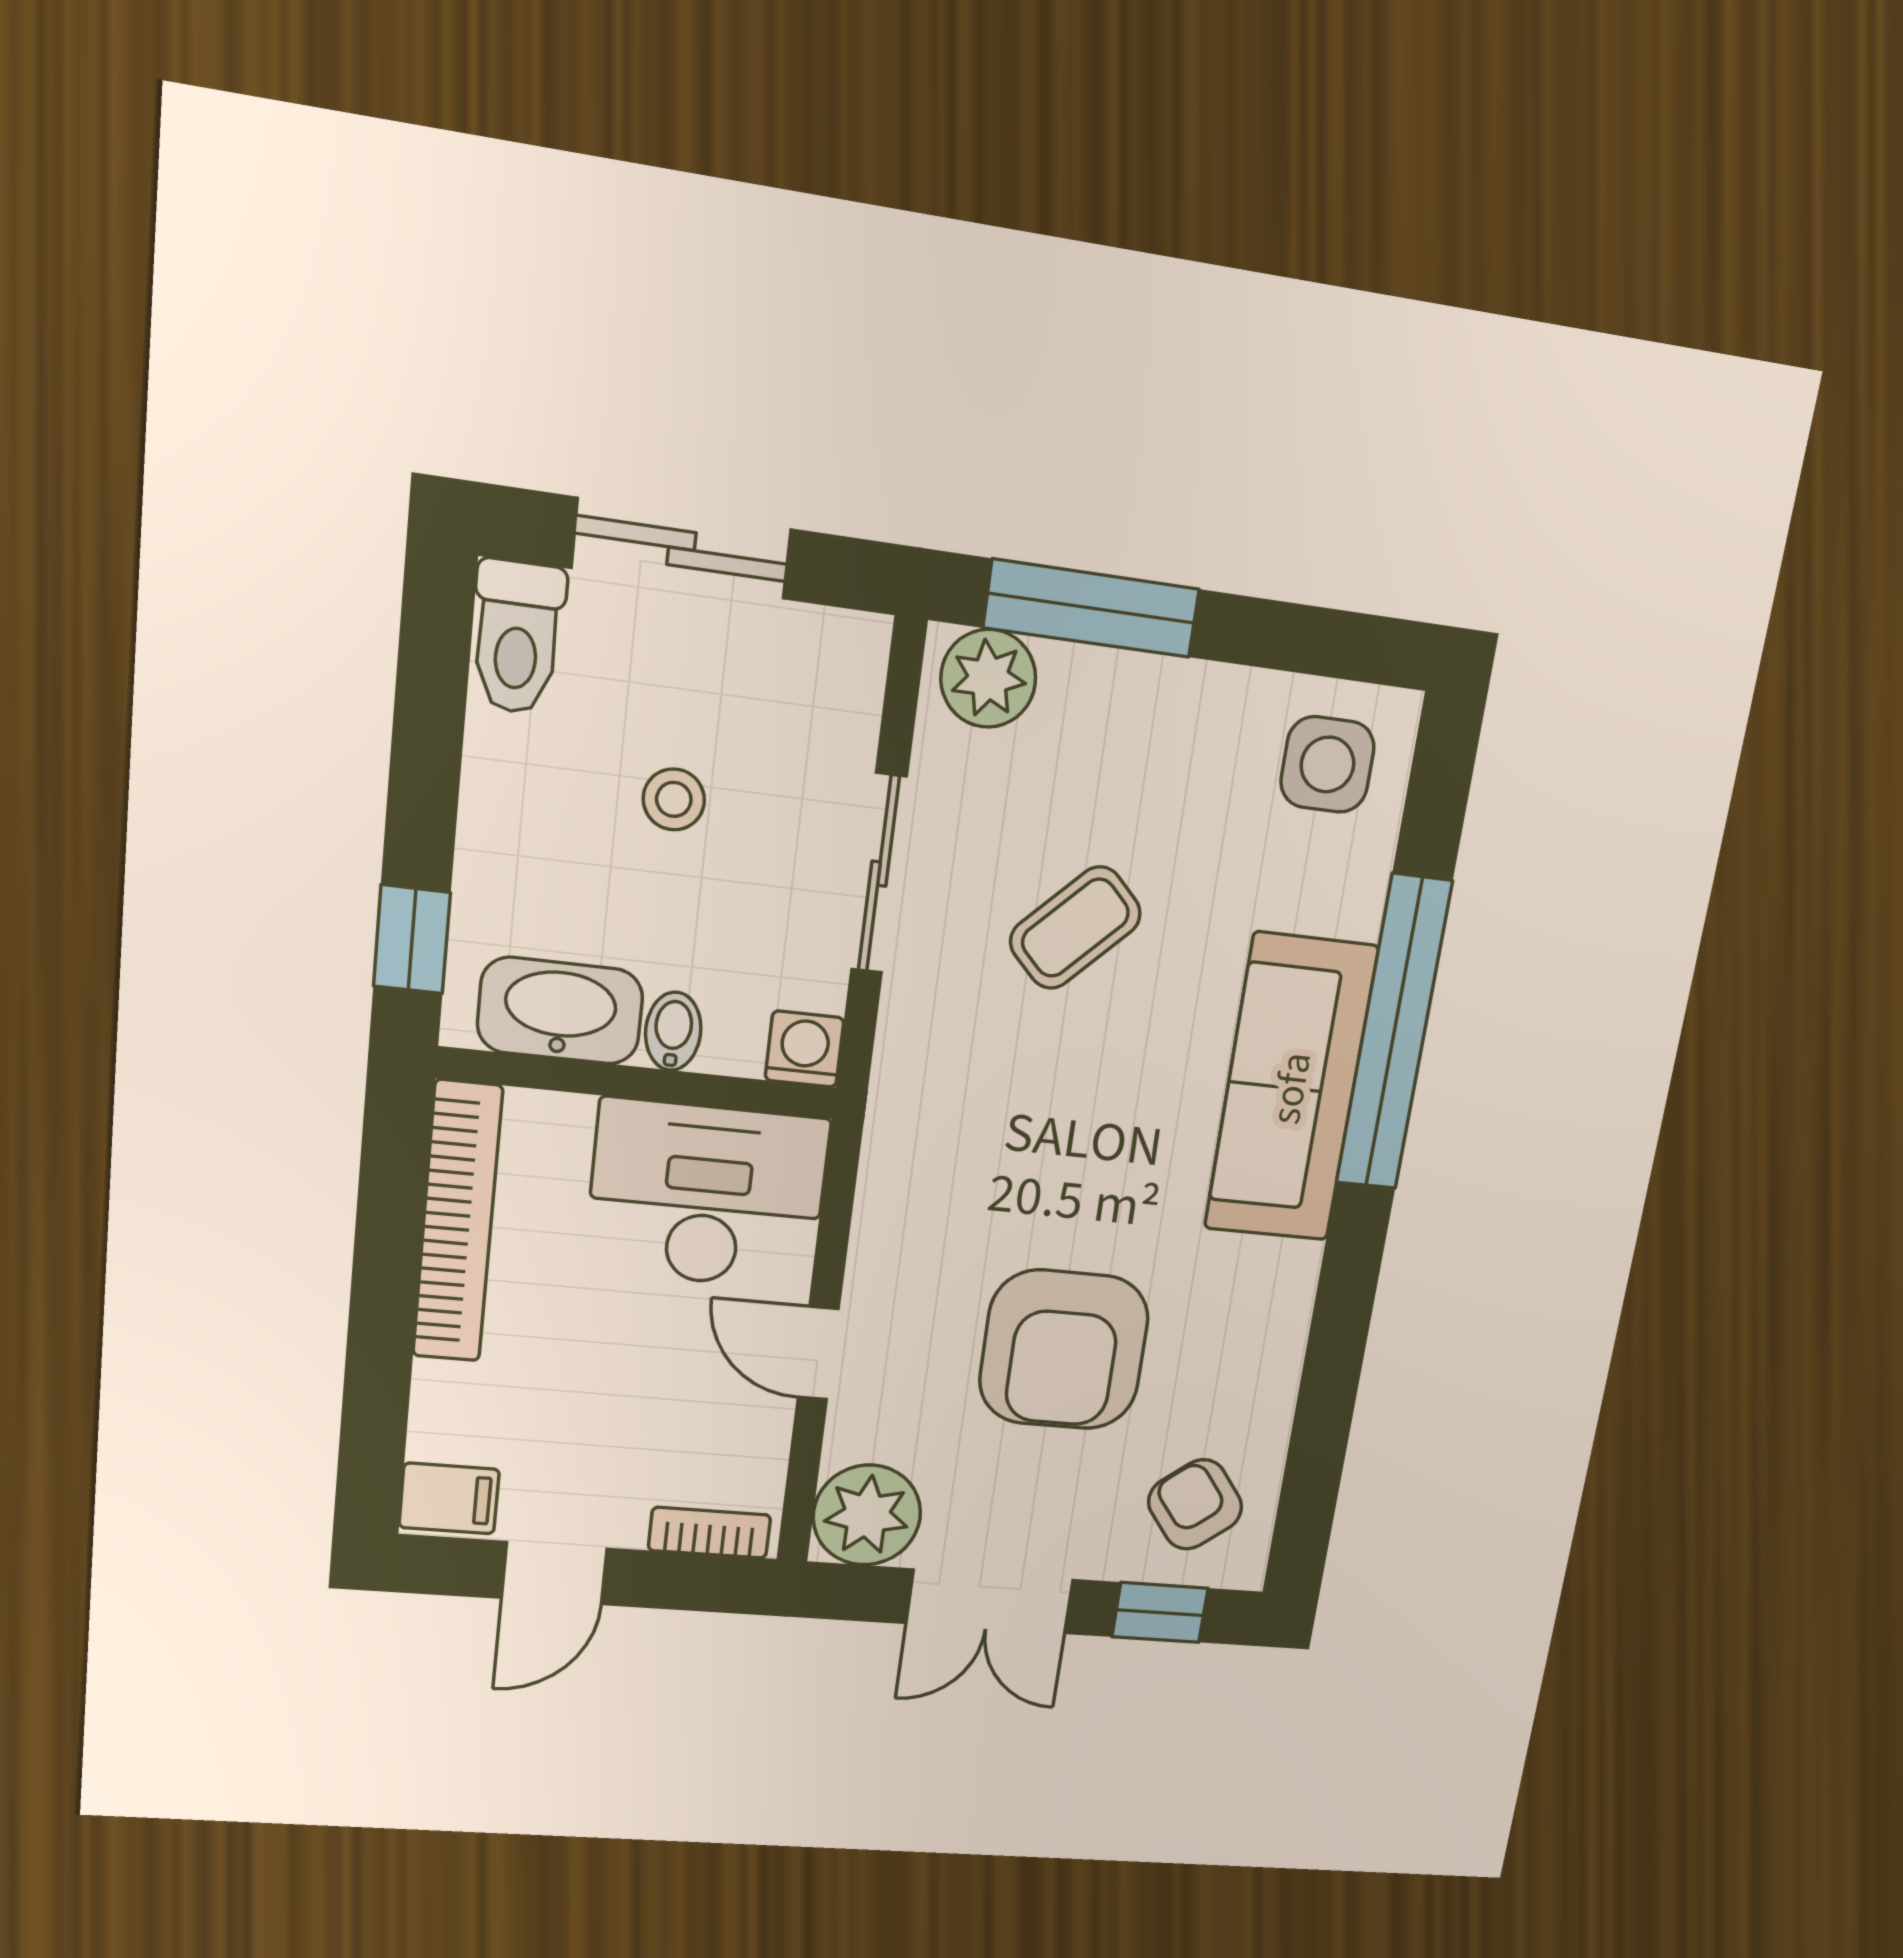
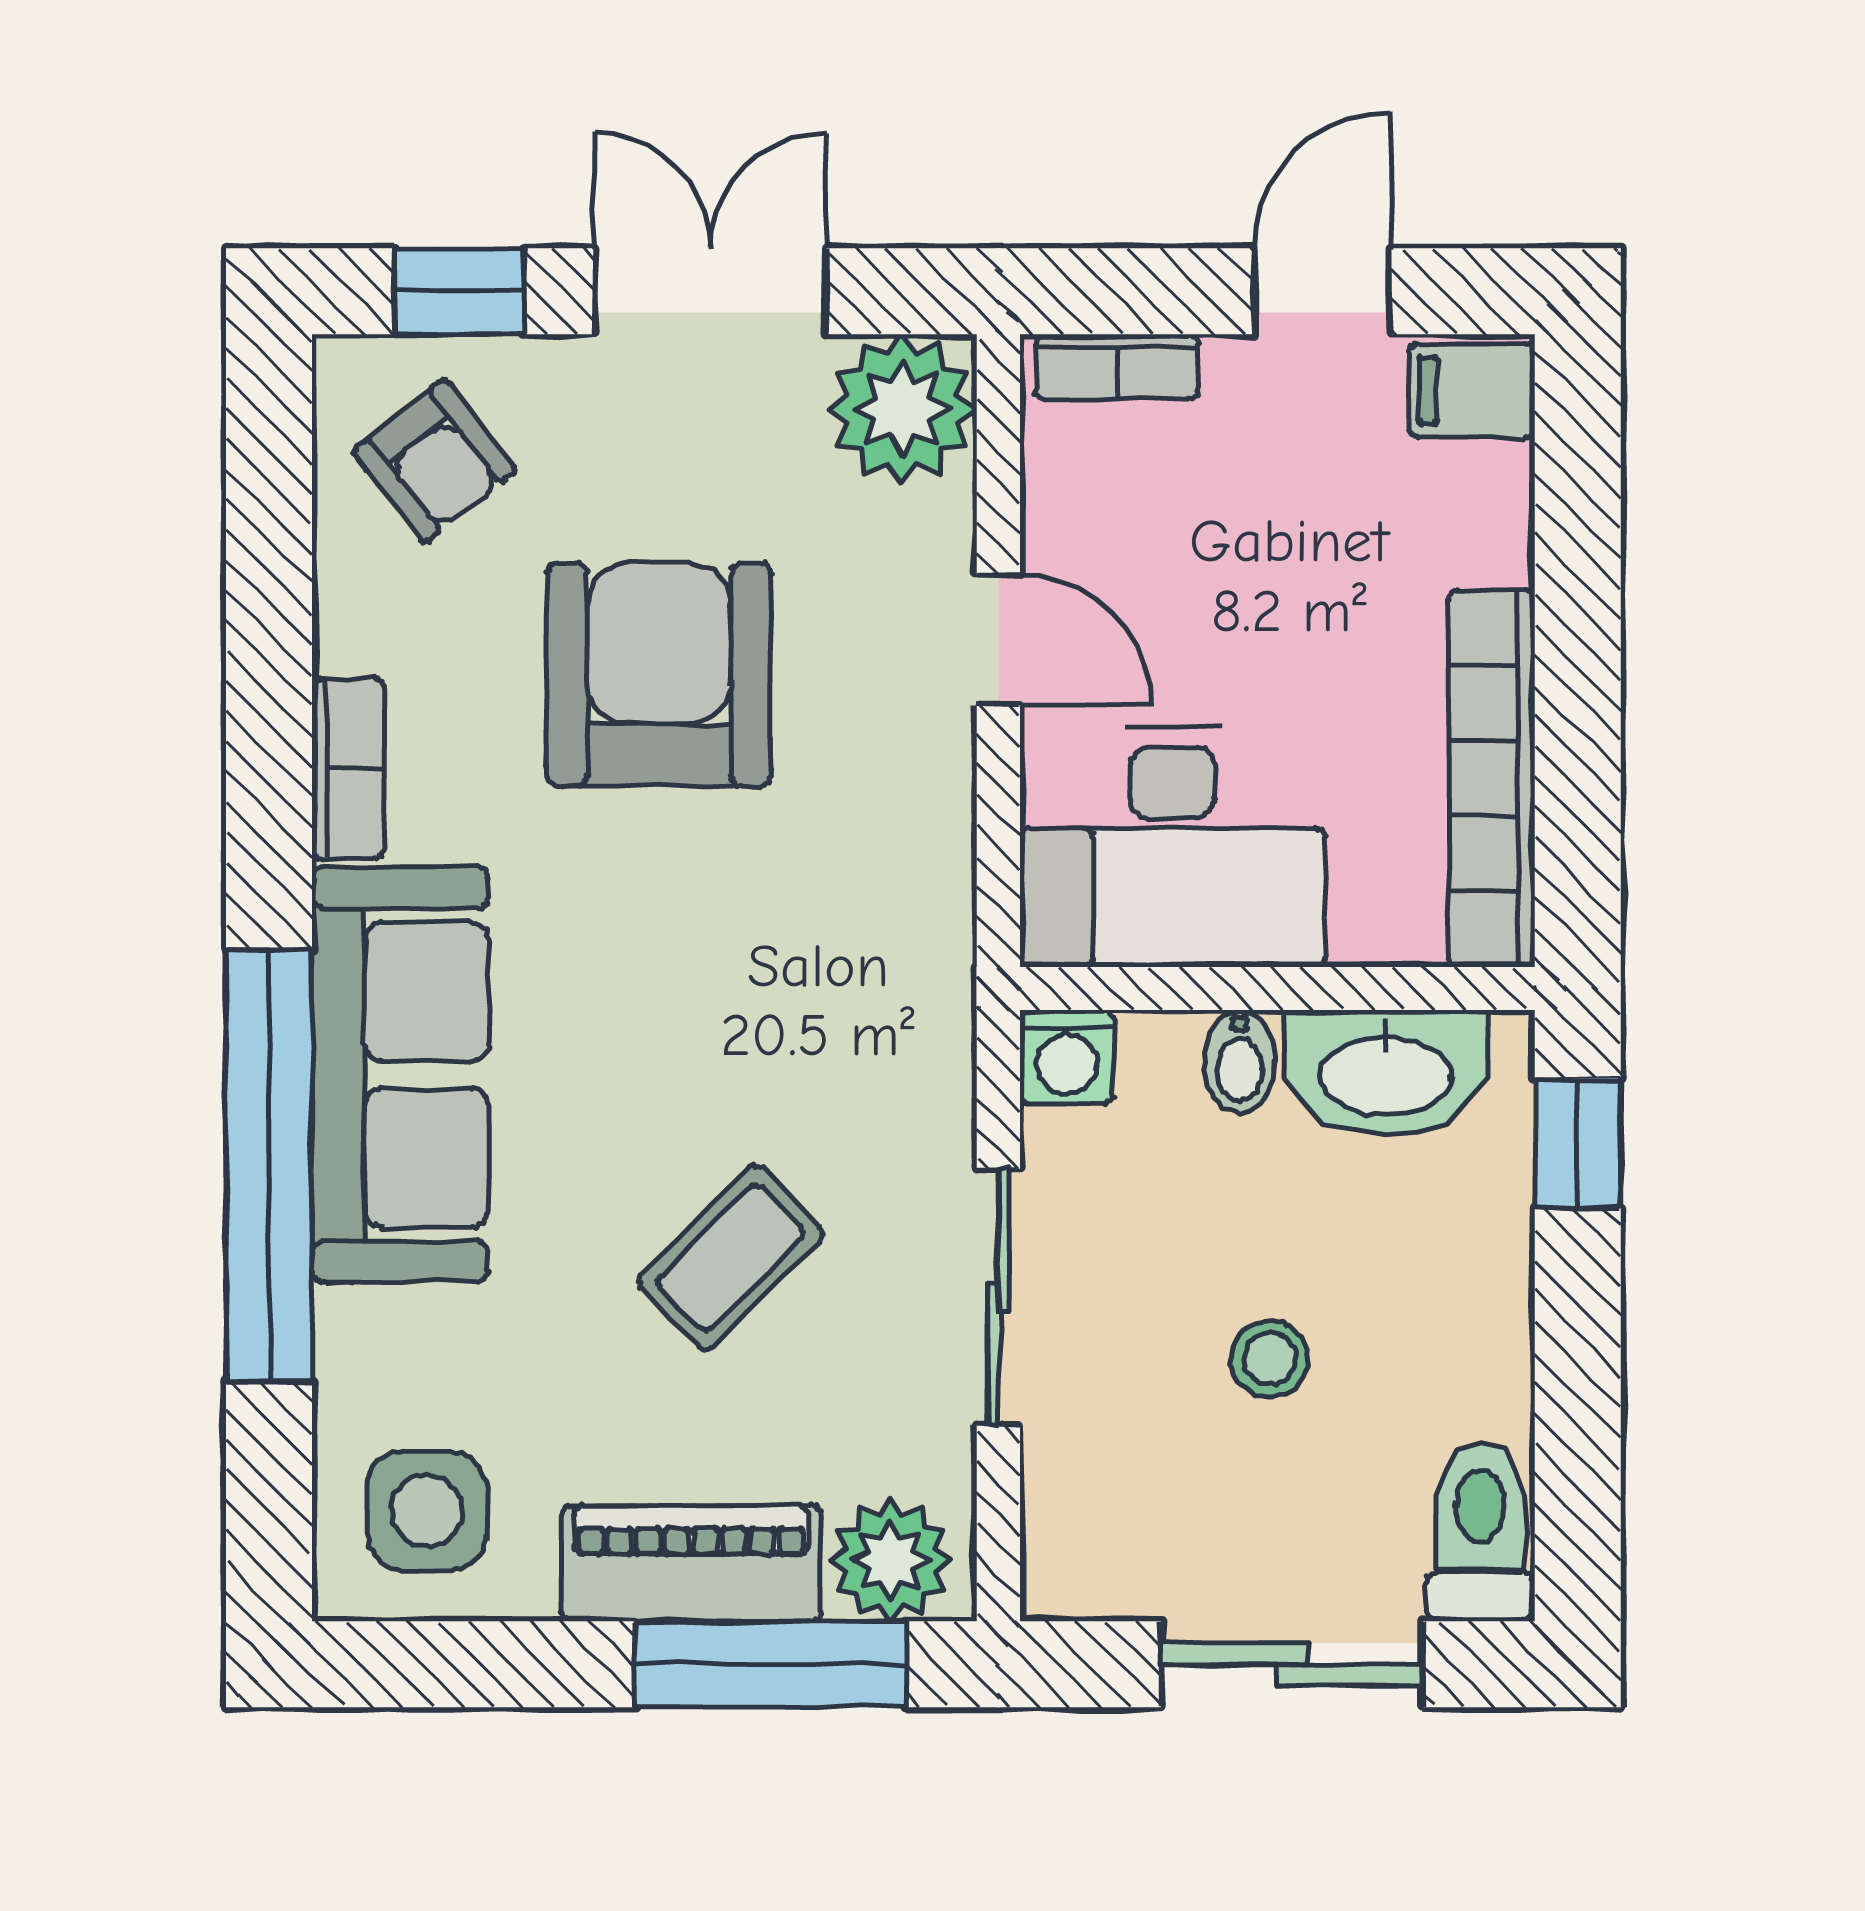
piano: (1140, 697) -> (691, 1563), added
bookcase: (1289, 1305) -> (348, 768), added

